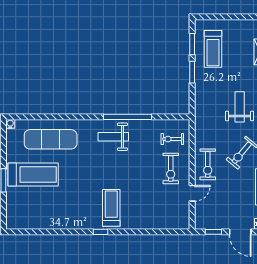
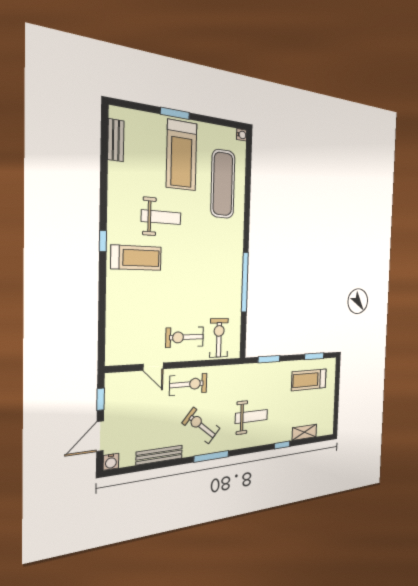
window: (192, 72) -> (269, 359), moved
weight bench: (113, 137) -> (161, 217), moved, turned 90
exercise bike: (172, 139) -> (219, 338), width x1.38, depth x1.39
exercise bike: (208, 164) -> (188, 384), turned 180
bench: (29, 224) -> (116, 140), added

